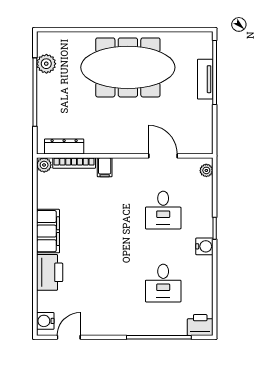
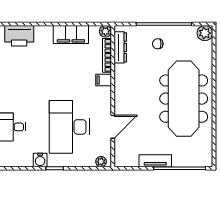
plant: (46, 64) -> (205, 33), moved
tv unit: (205, 79) -> (155, 161), moved
chair: (60, 100) -> (158, 44), added
desk: (163, 210) -> (69, 127), width x1.87, depth x1.30
filing cabinet: (48, 231) -> (71, 35), moved

